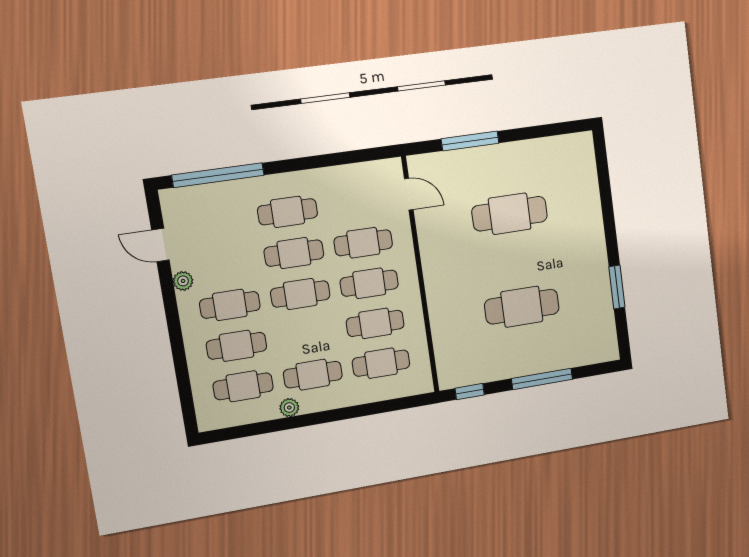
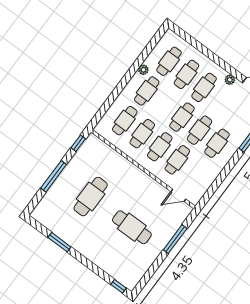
window: (601, 155) -> (119, 286), added
cafe table: (510, 214) -> (132, 227), turned 90

